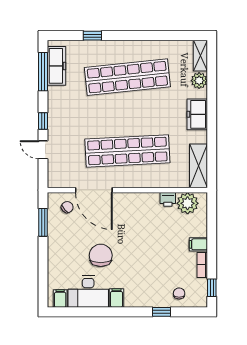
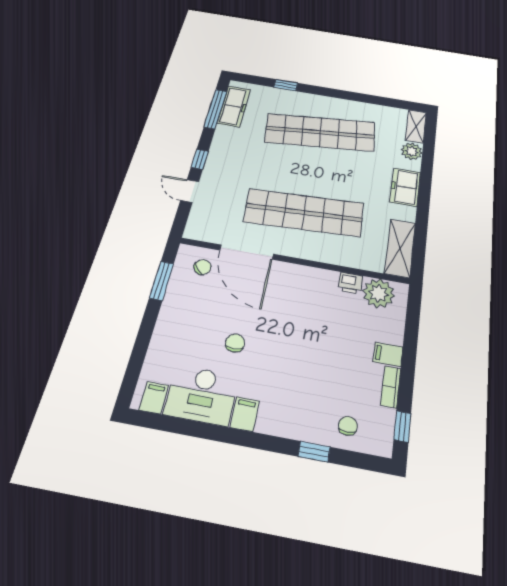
chair: (101, 255) -> (235, 343), width x0.54, depth x0.54

